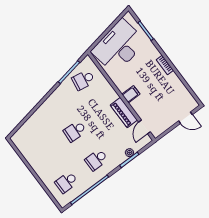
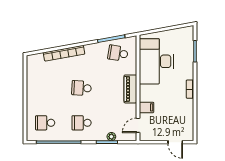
desk: (119, 46) -> (156, 61), moved, turned -80
filing cabinet: (131, 94) -> (147, 107), moved
bookcase: (39, 113) -> (64, 53), added
piano: (124, 113) -> (130, 89), moved

